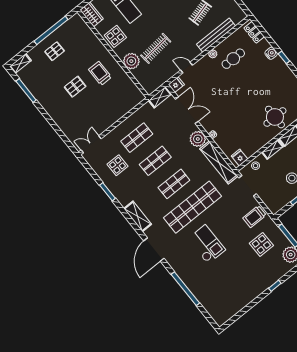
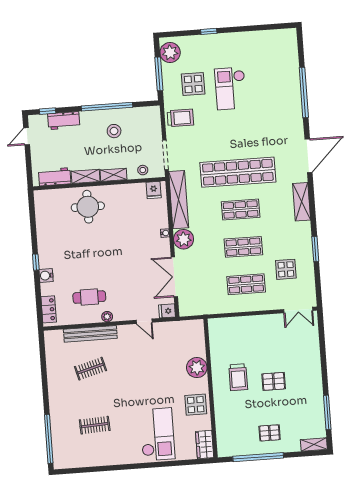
clothes rail: (156, 48) -> (162, 363), removed
shelving: (160, 97) -> (193, 309), removed
checkout: (206, 244) -> (231, 88), moved

